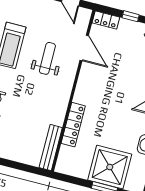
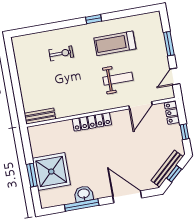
locker: (73, 125) -> (92, 122), moved
bench: (51, 148) -> (40, 116), width x0.73

